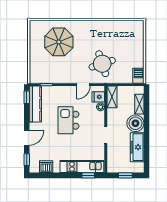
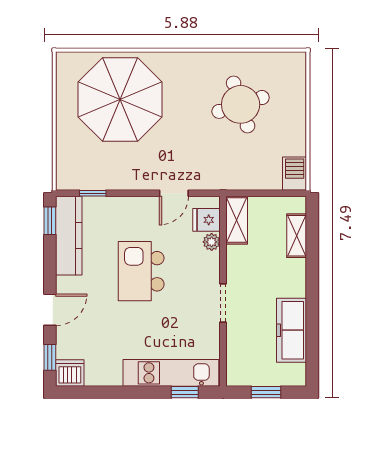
parasol: (59, 42) -> (120, 100), width x1.36, depth x1.36
round table: (102, 64) -> (241, 104), moved
boiler: (135, 123) -> (288, 278), removed
dishwasher: (46, 167) -> (70, 373), moved

